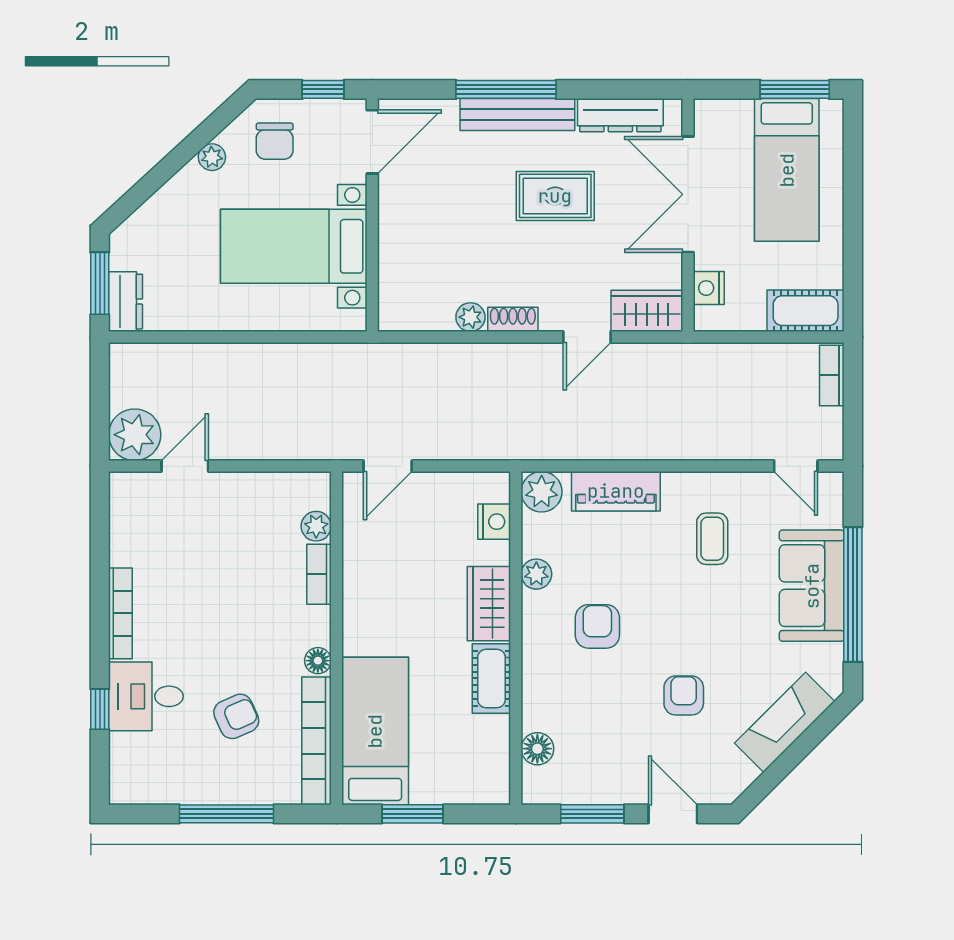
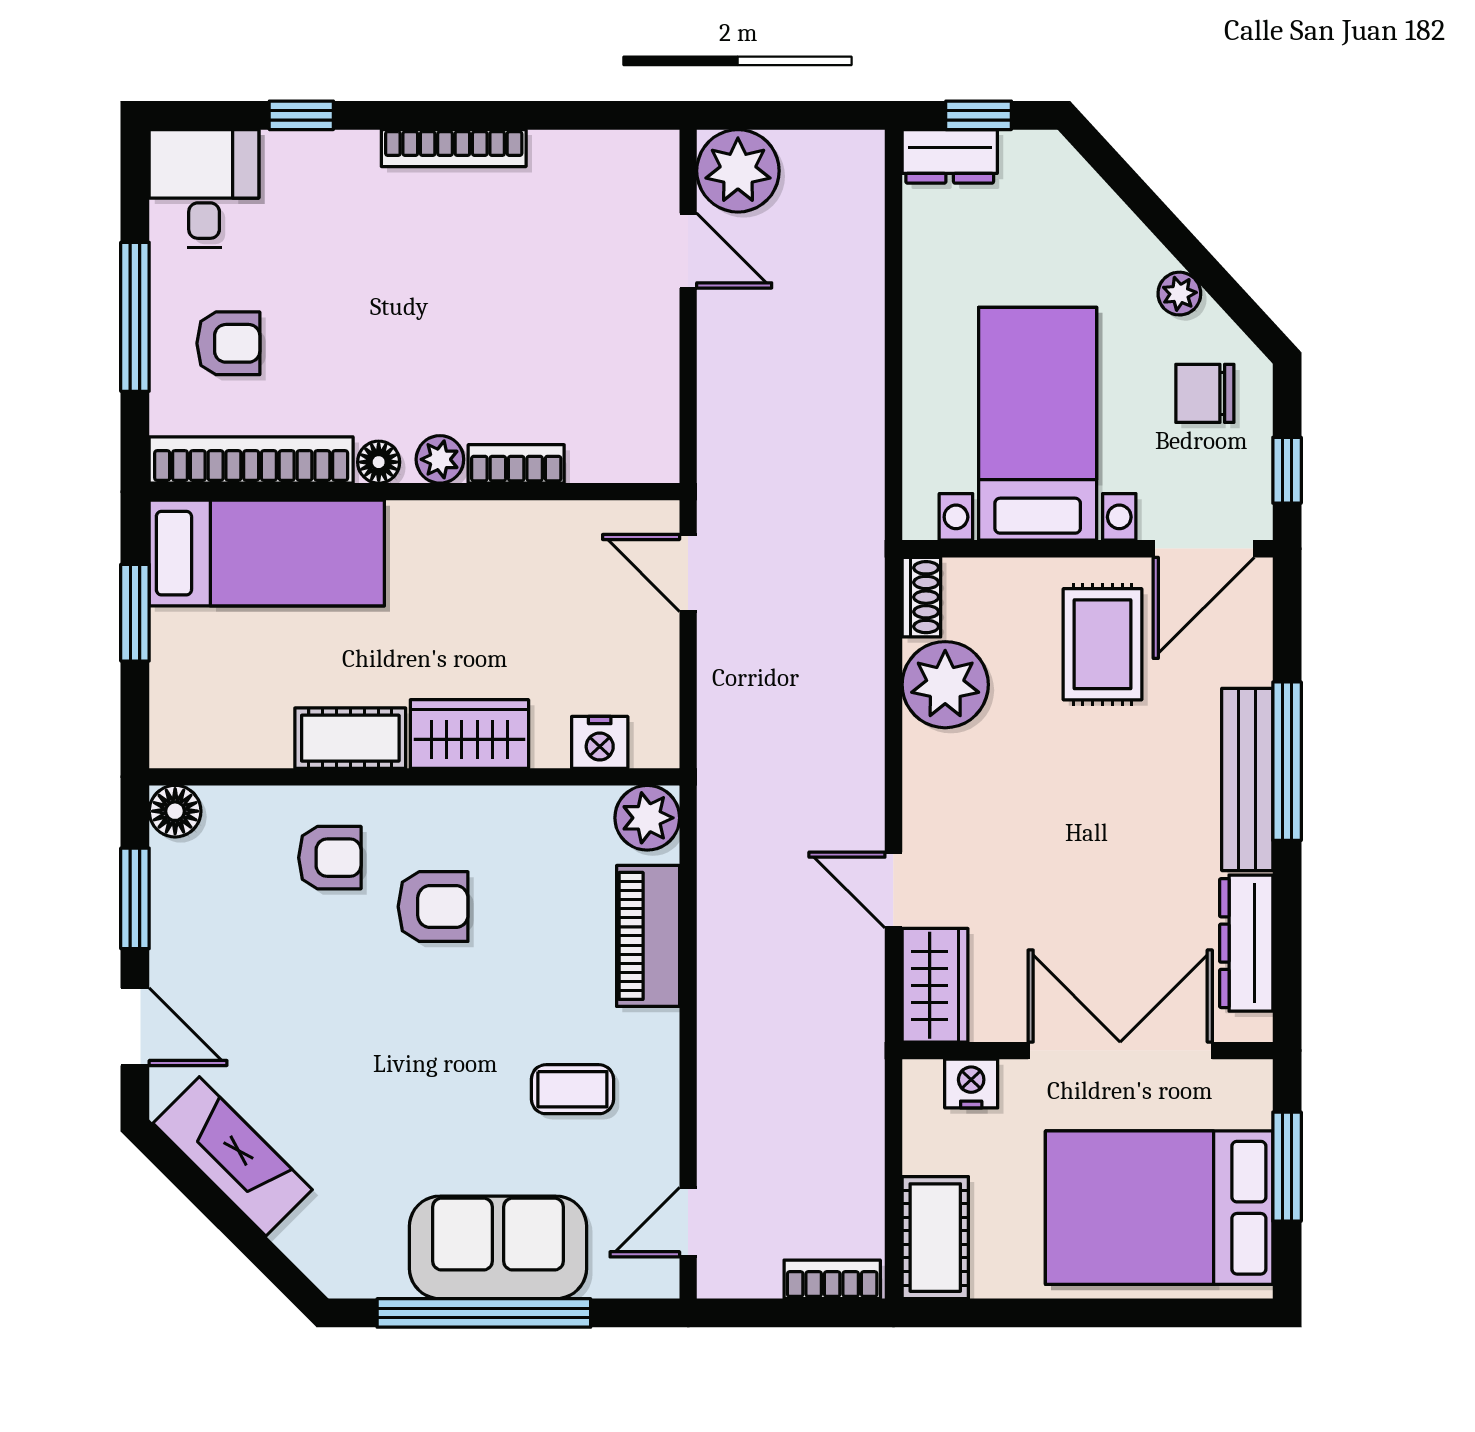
window: (795, 89) -> (1287, 1167), moved
door: (372, 142) -> (1204, 549), hinge flipped
bed: (787, 170) -> (1159, 1208), width x1.50
rug: (555, 196) -> (1103, 644), moved
window: (100, 283) -> (979, 115), width x0.67
plant: (470, 317) -> (945, 685), width x1.87, depth x1.87
shoe rack: (513, 319) -> (921, 597), moved
plant: (316, 526) -> (440, 459), moved
plant: (536, 574) -> (516, 810), removed
armchair: (684, 695) -> (330, 858), moved
desk: (146, 696) -> (204, 189), moved
armchair: (236, 716) -> (228, 343), moved, turned -66
fireplace: (785, 722) -> (233, 1156), moved
floor lamp: (537, 749) -> (175, 811), moved
door: (673, 814) -> (135, 1027), hinge flipped

